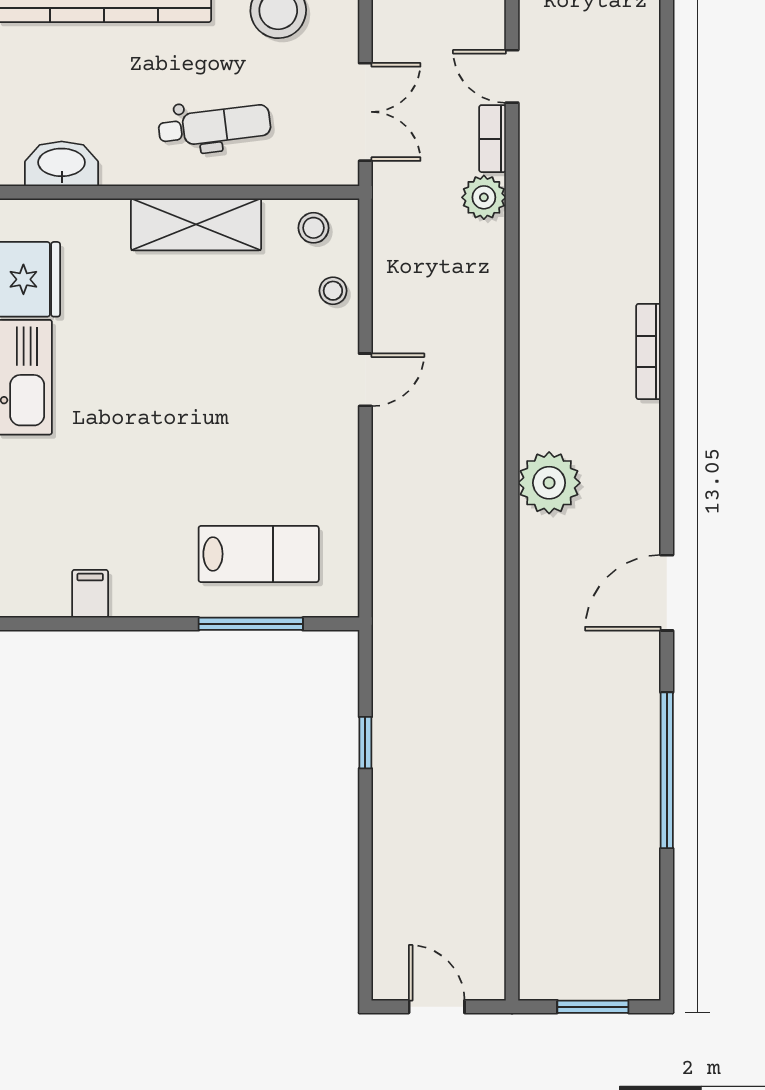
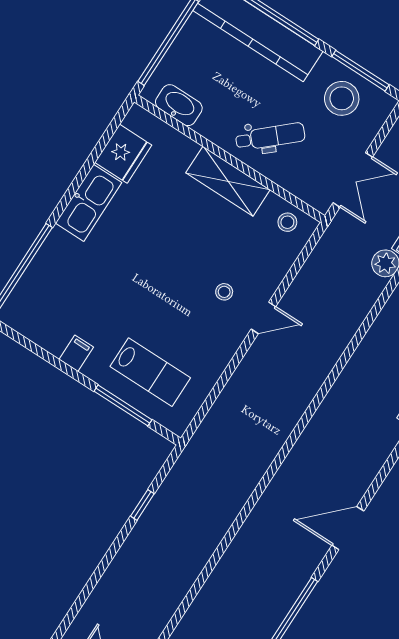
dental chair: (214, 126) -> (270, 137), turned -35
stool: (333, 291) -> (224, 292), moved
plant: (549, 483) -> (324, 432), removed
filing cabinet: (90, 594) -> (76, 353), moved

